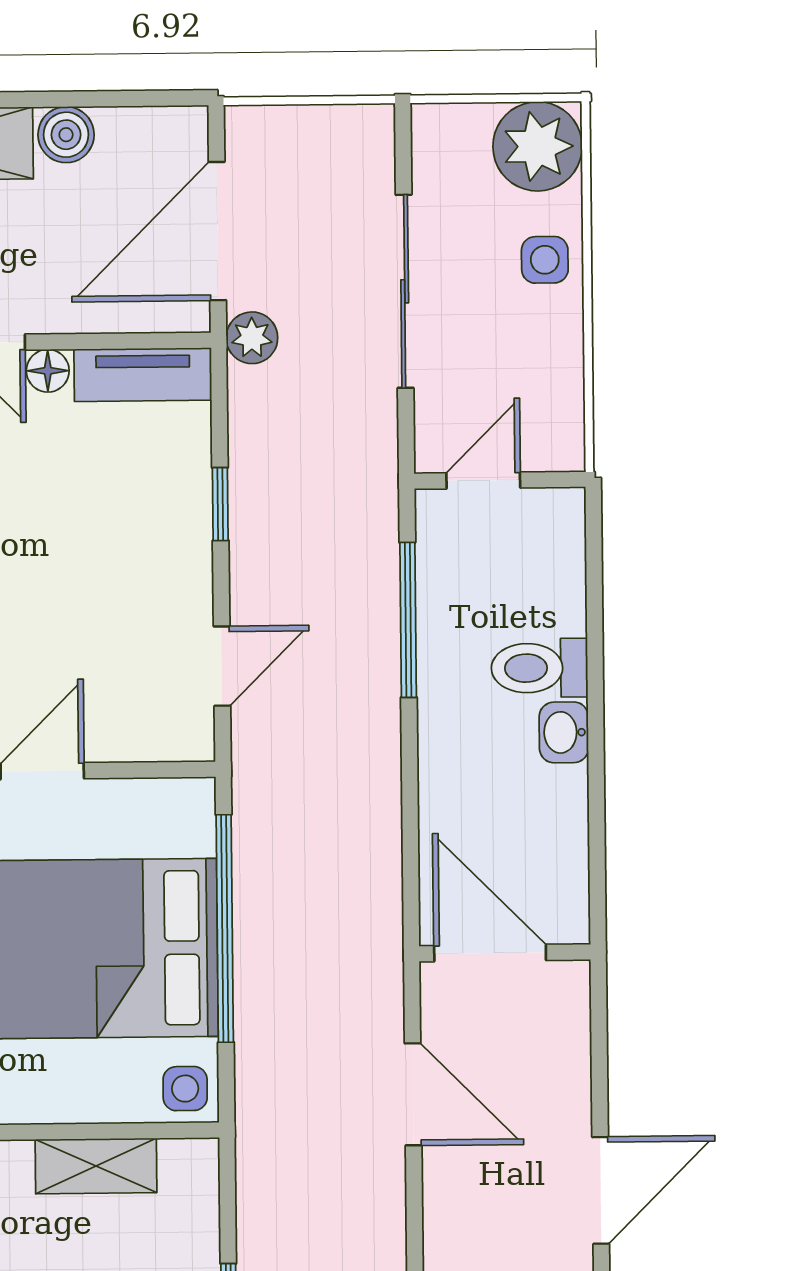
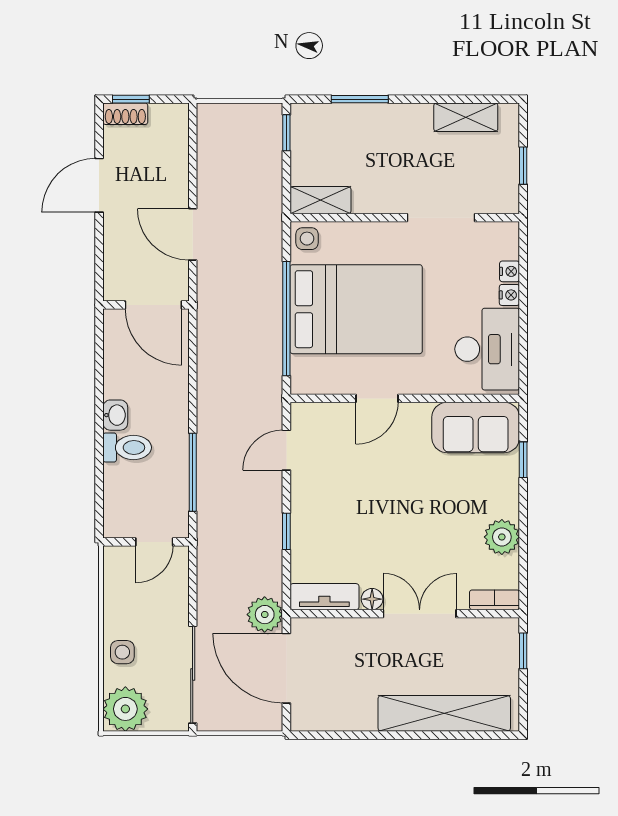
boiler: (66, 135) -> (362, 717), removed
door: (217, 231) -> (286, 668), swing flipped
sliding door: (405, 291) -> (193, 675), moved
plant: (252, 338) -> (265, 615), width x1.38, depth x1.38
shelving: (96, 1166) -> (320, 200), moved

